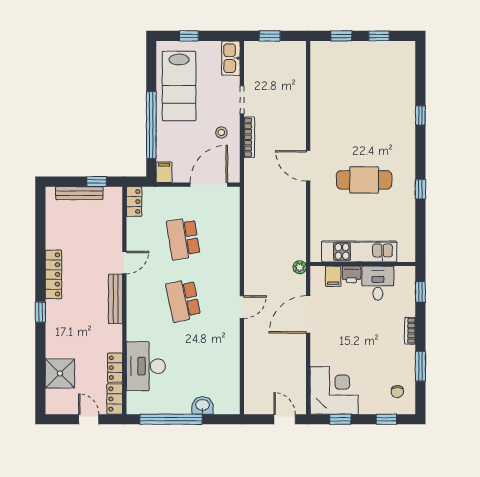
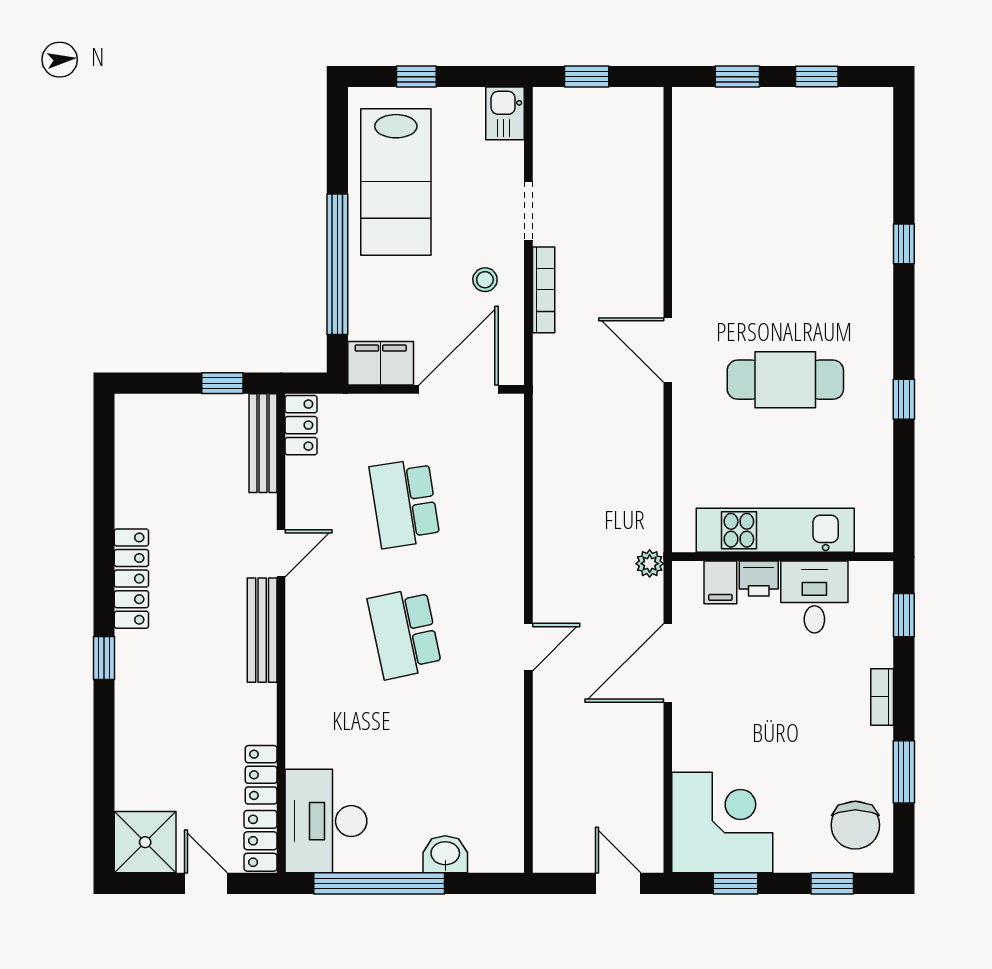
kitchen sink: (231, 58) -> (505, 113), width x0.73
filing cabinet: (164, 172) -> (381, 363), width x2.00
bench: (79, 193) -> (263, 443), moved, turned 90
desk: (146, 366) -> (326, 821), moved
shower: (60, 373) -> (145, 842), moved
chair: (397, 392) -> (855, 825), width x1.87, depth x1.87

